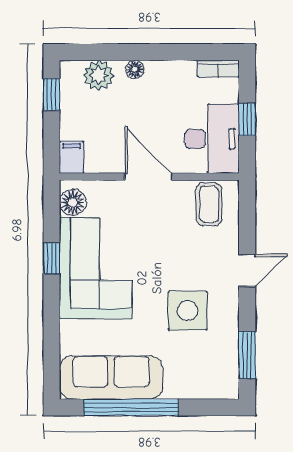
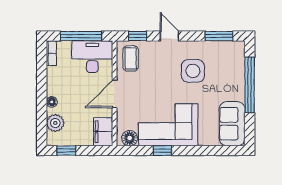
window: (247, 119) -> (81, 36), width x2.17
filing cabinet: (72, 157) -> (103, 132), width x2.00
coffee table: (209, 204) -> (131, 58), turned 90
window: (247, 216) -> (138, 36), added
sofa: (111, 378) -> (232, 124), width x0.73
window: (131, 407) -> (250, 85), moved

